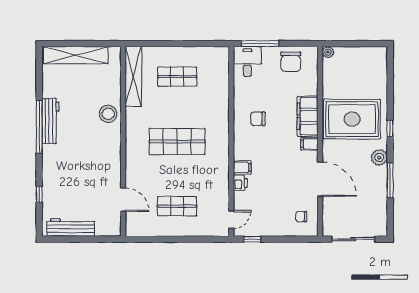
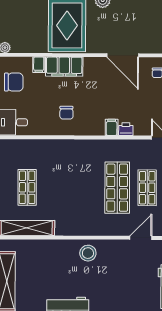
stool: (108, 114) -> (88, 253), moved
shop shelf: (177, 141) -> (117, 188), moved
filing cabinet: (309, 144) -> (39, 65), moved
door: (320, 179) -> (123, 55), swing flipped

